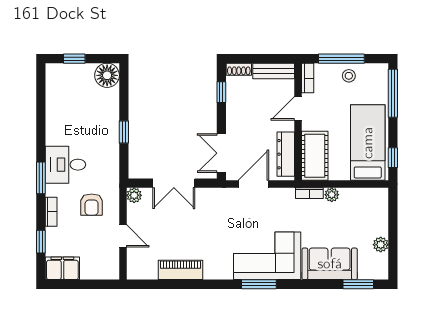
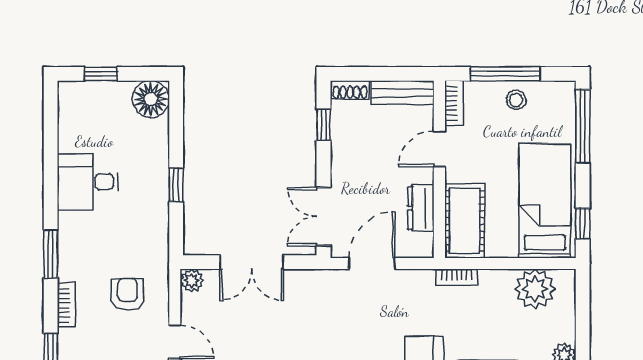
dresser: (286, 154) -> (421, 208), width x0.70
desk: (65, 165) -> (88, 182), moved
plant: (332, 195) -> (535, 289), moved, width x1.88, depth x1.88
armchair: (92, 205) -> (127, 295), turned 180

